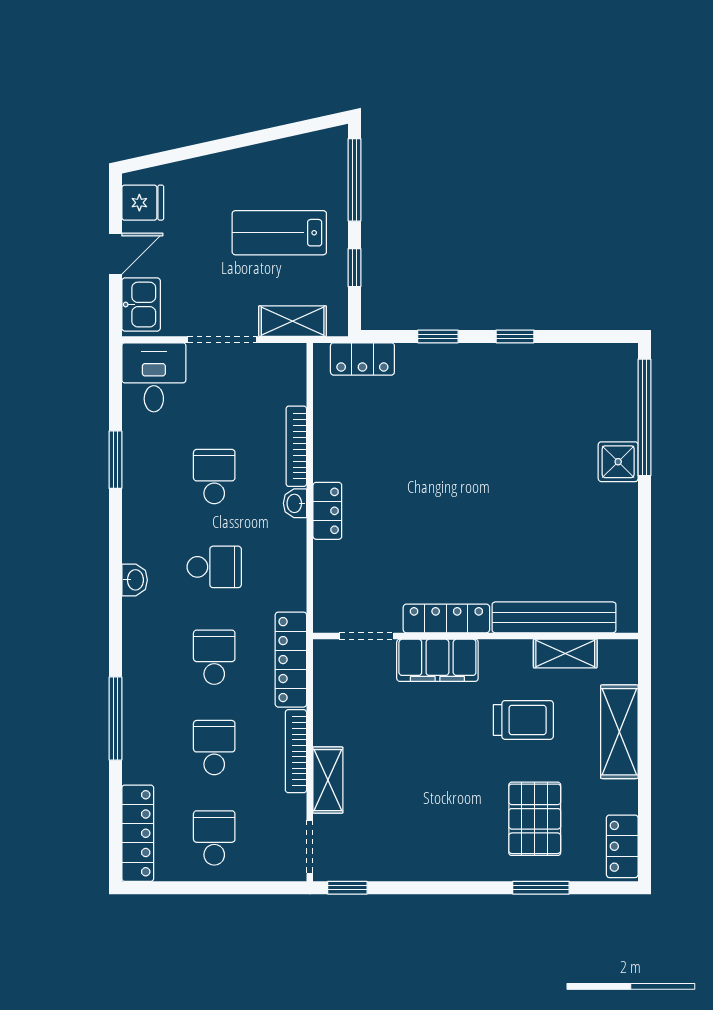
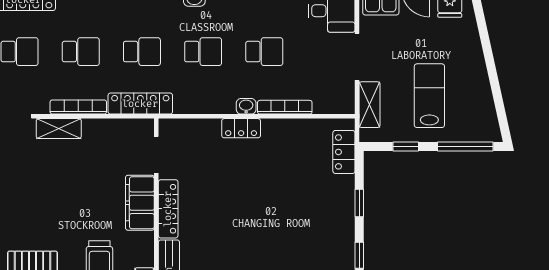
school desk: (214, 567) -> (203, 52), turned -90

